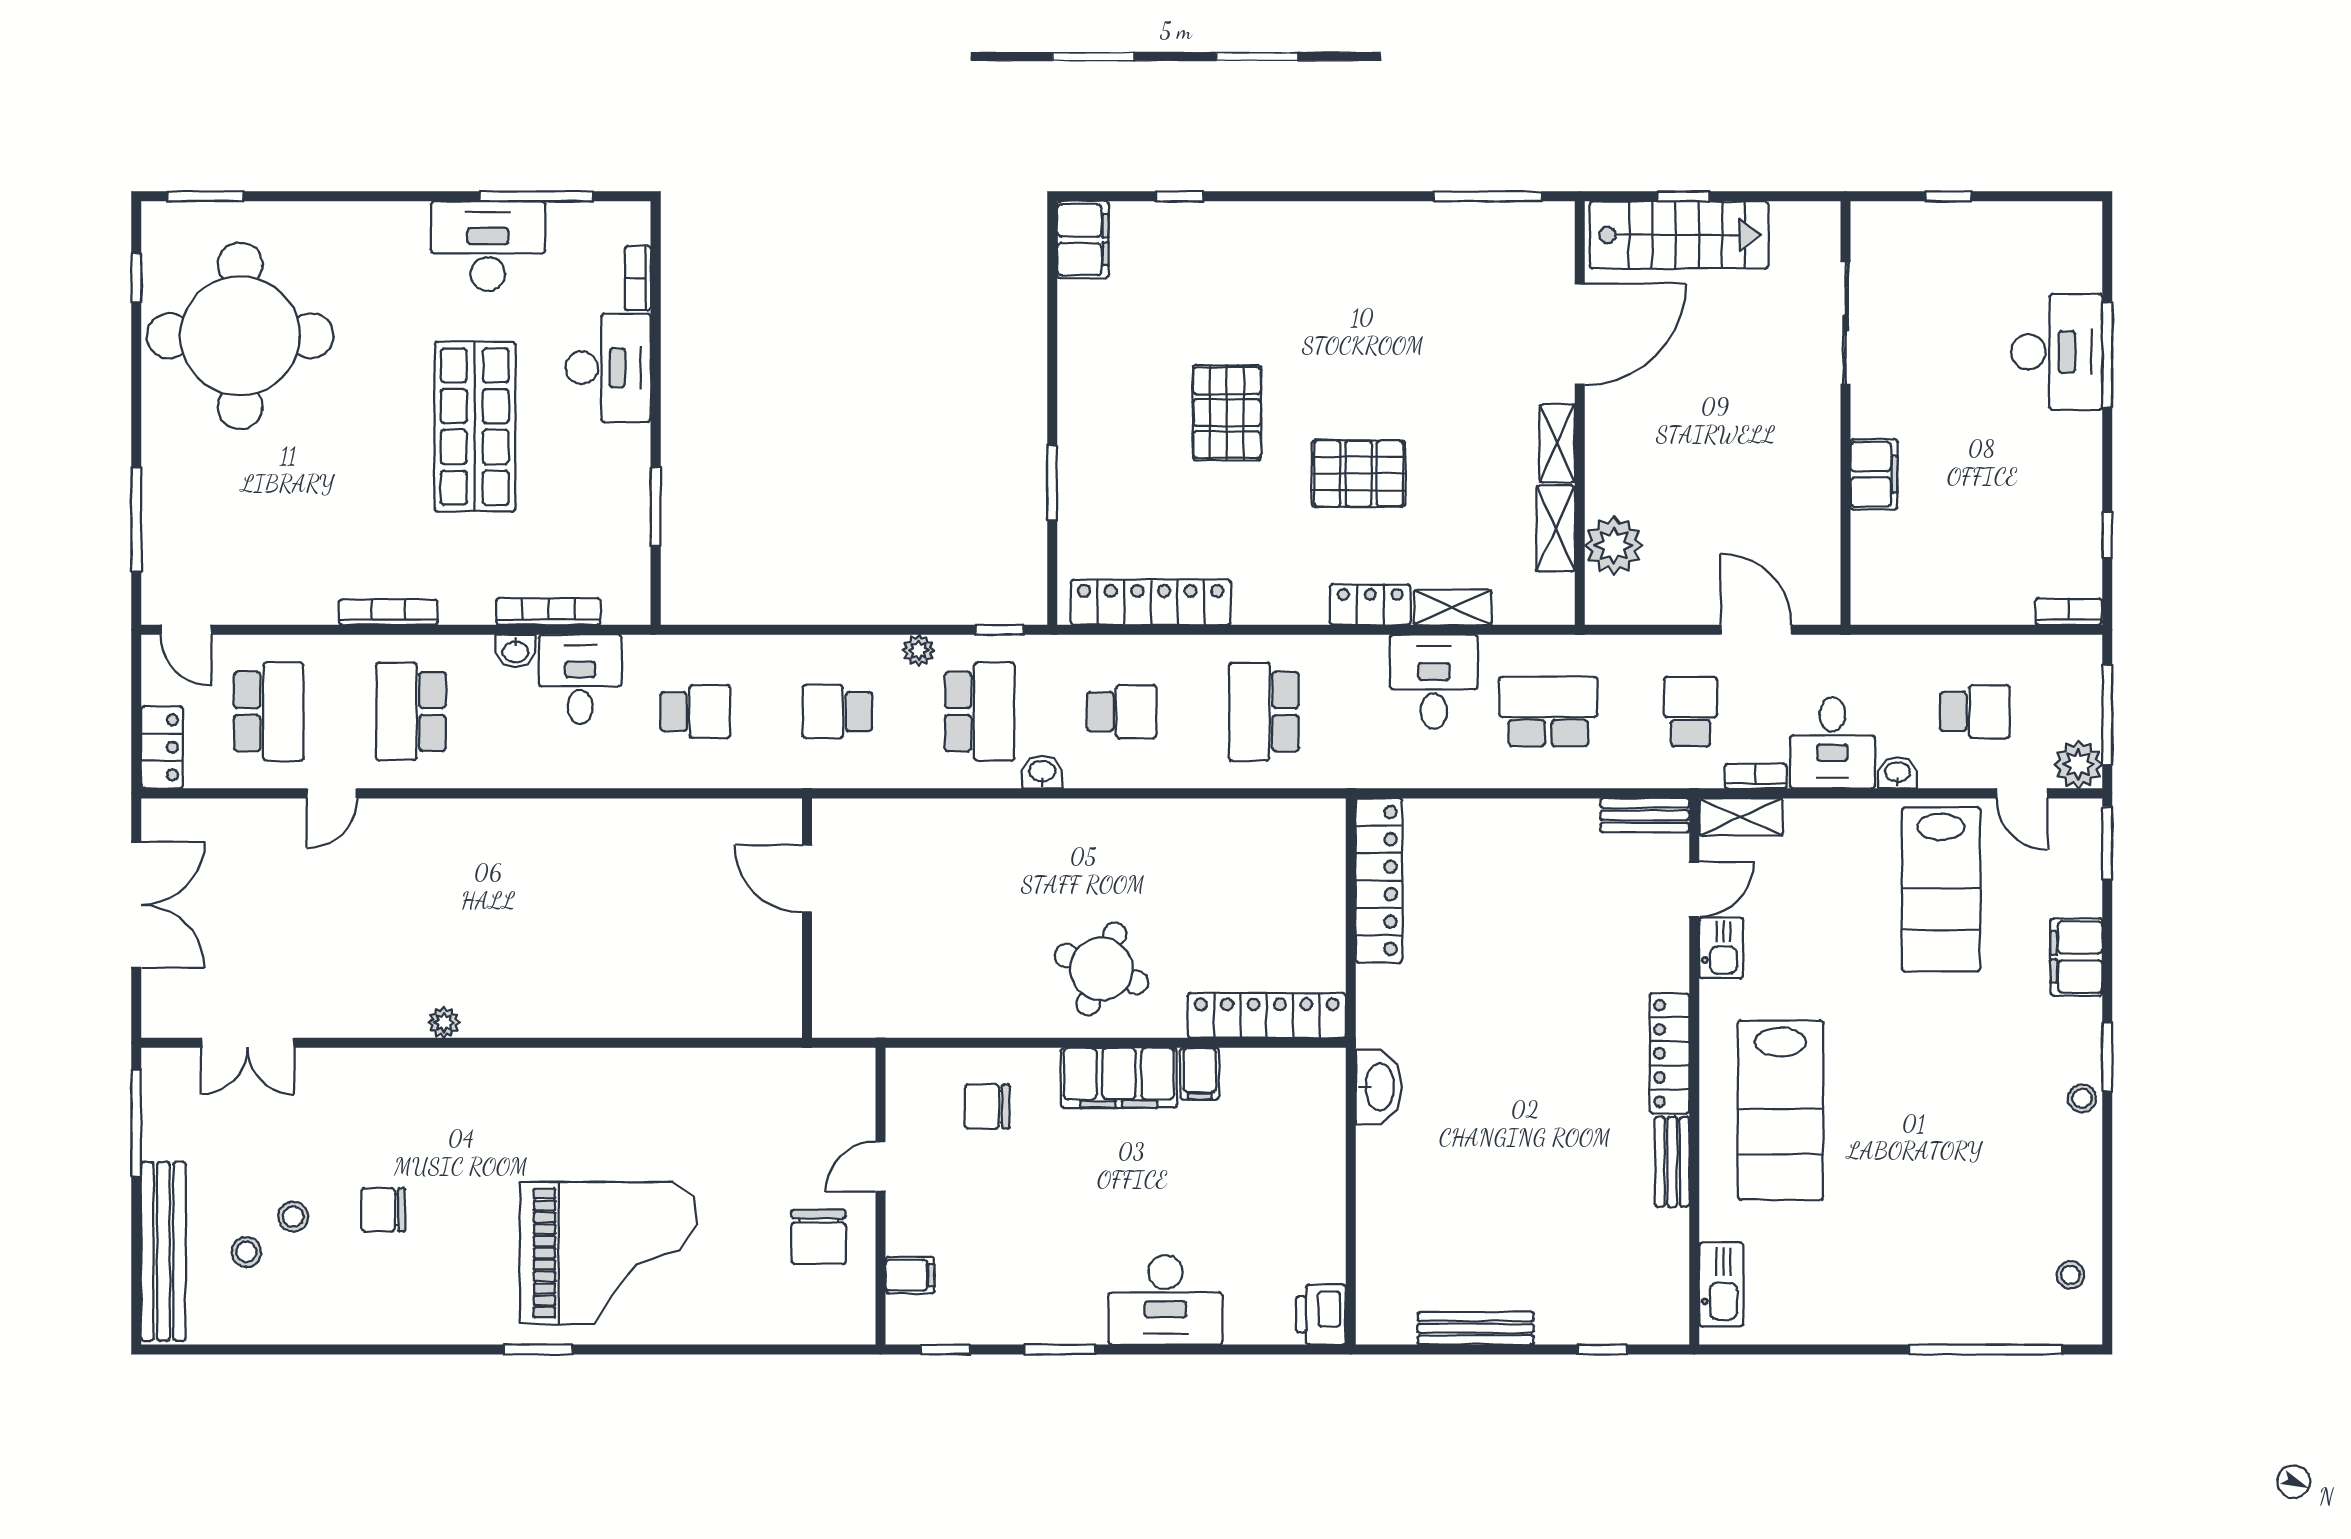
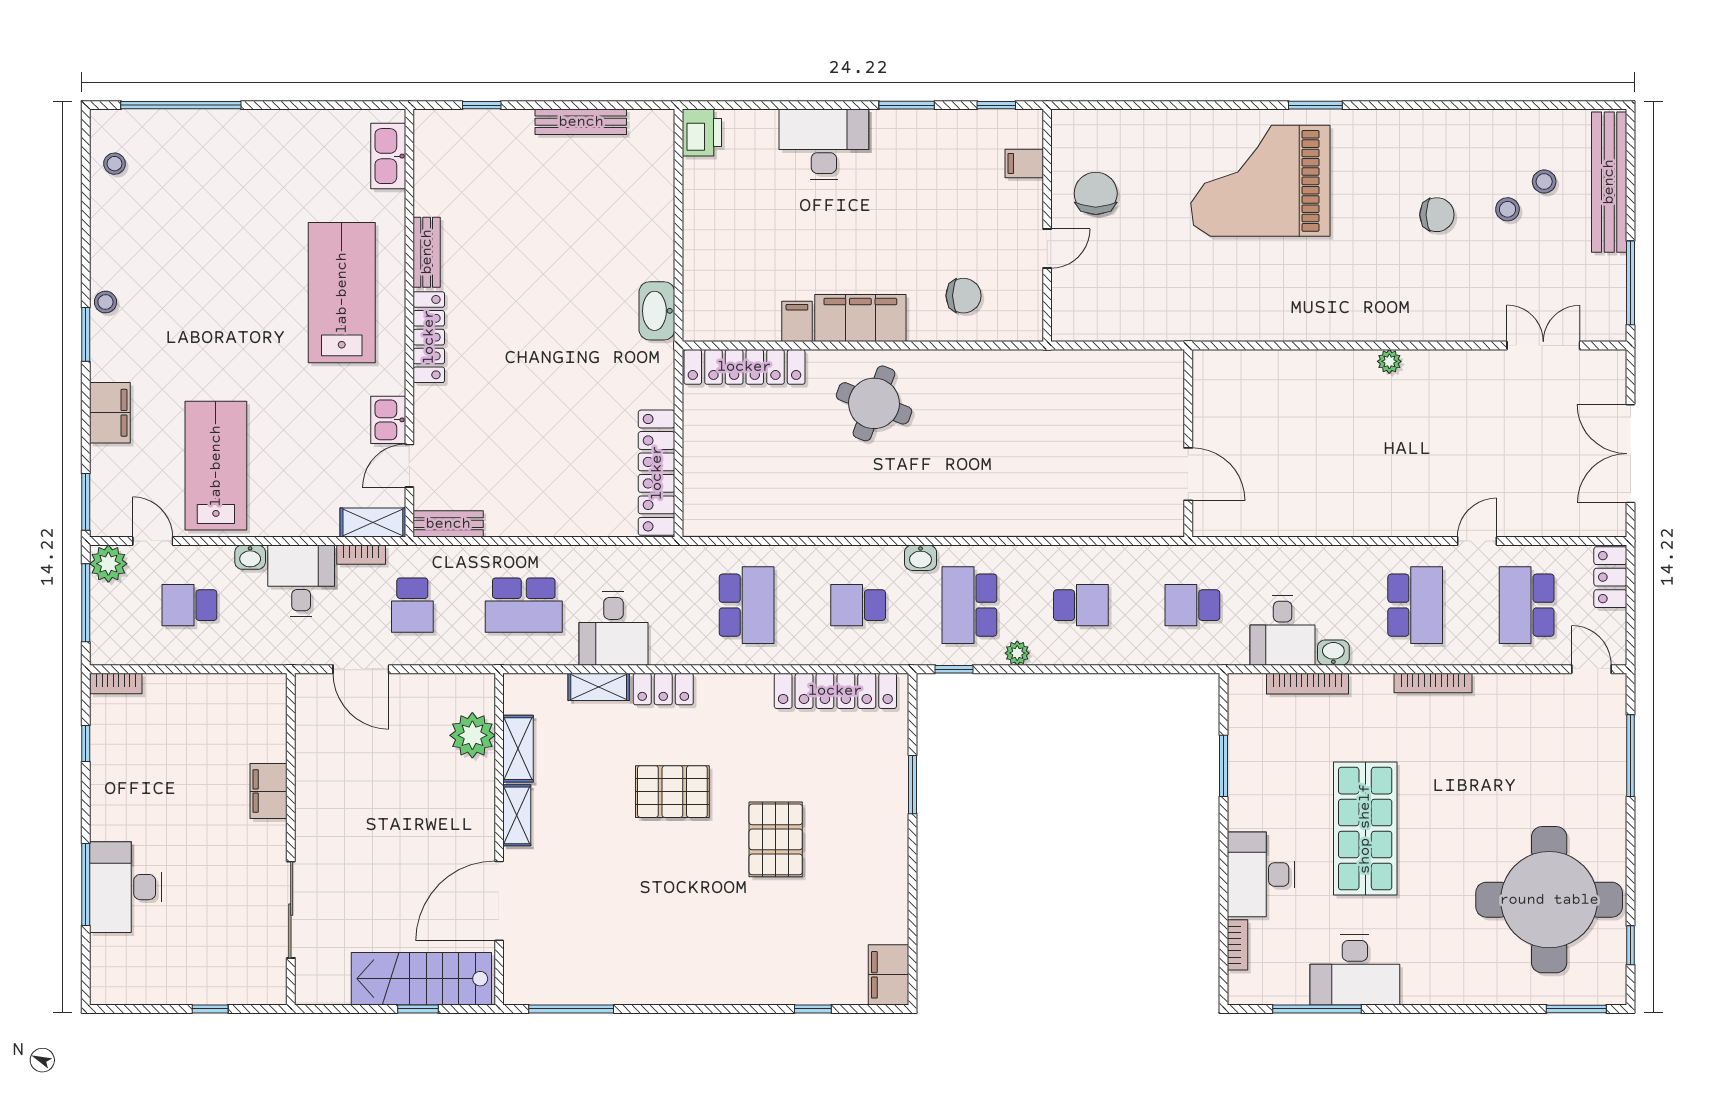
door: (807, 879) -> (1188, 474), moved
wall: (807, 918) -> (1188, 443), moved

